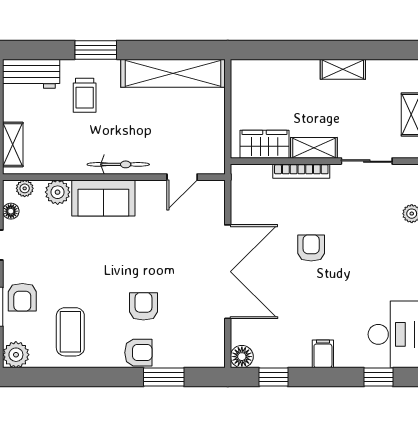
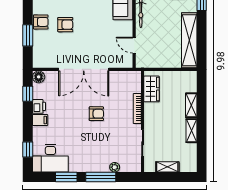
shelving: (314, 148) -> (191, 105), moved
armchair: (138, 353) -> (41, 22), turned -90
printer: (297, 356) -> (39, 106), added

